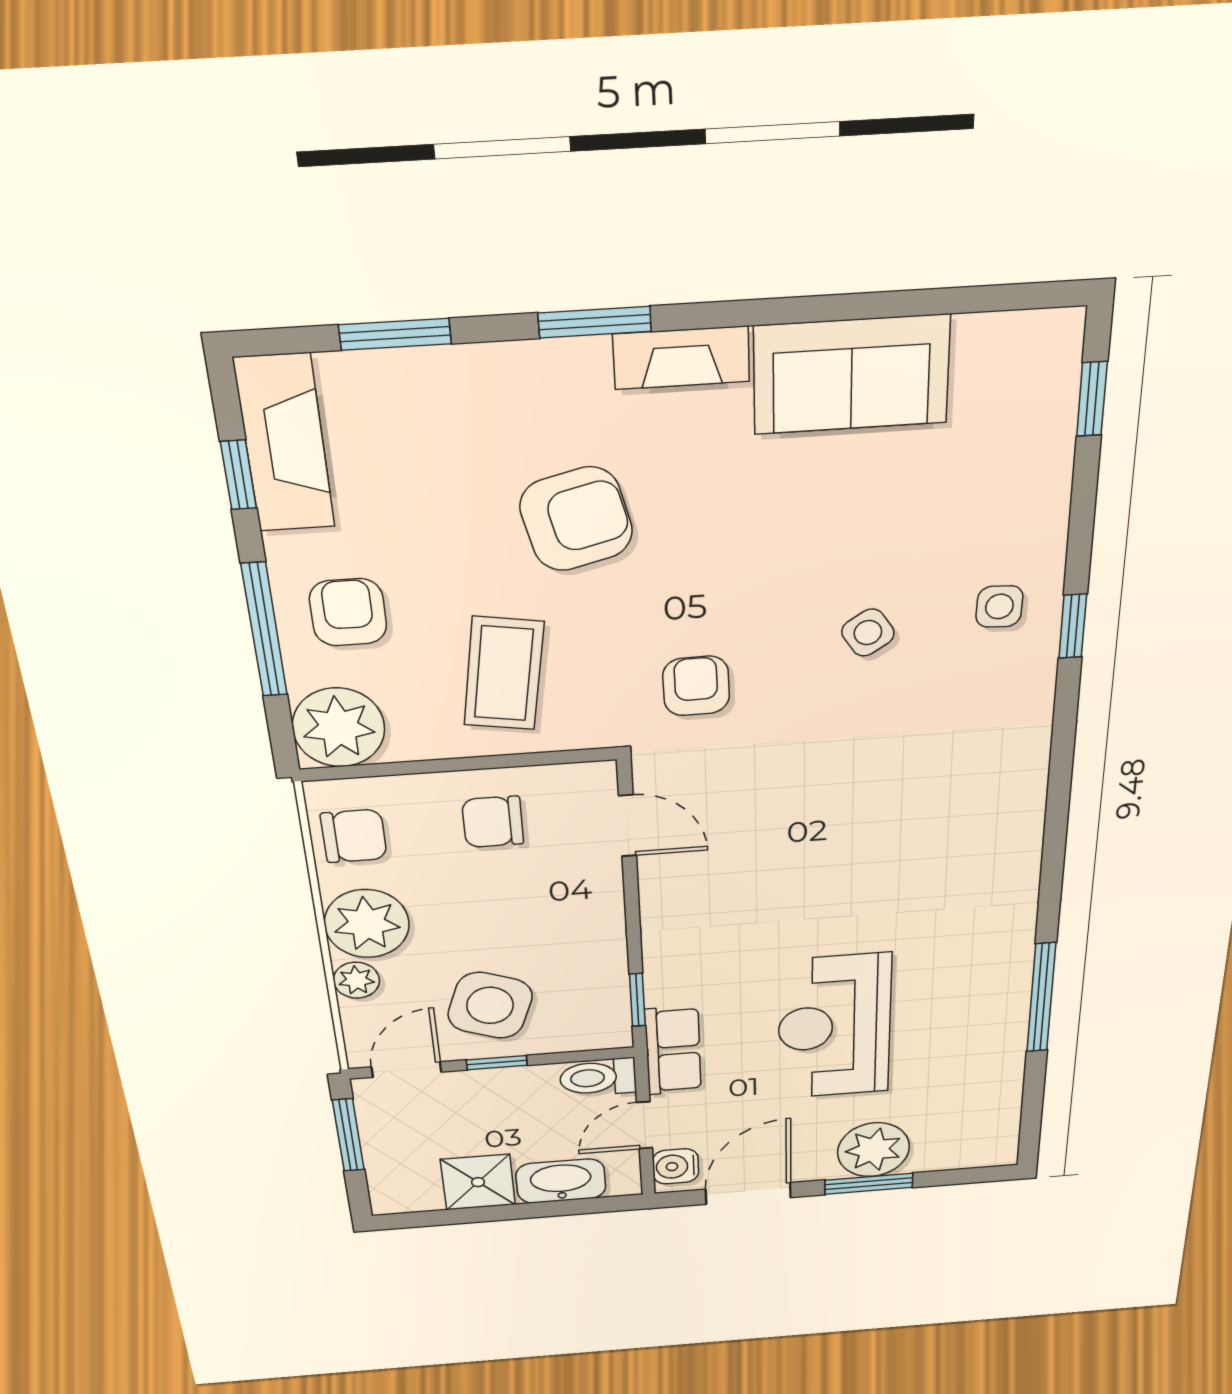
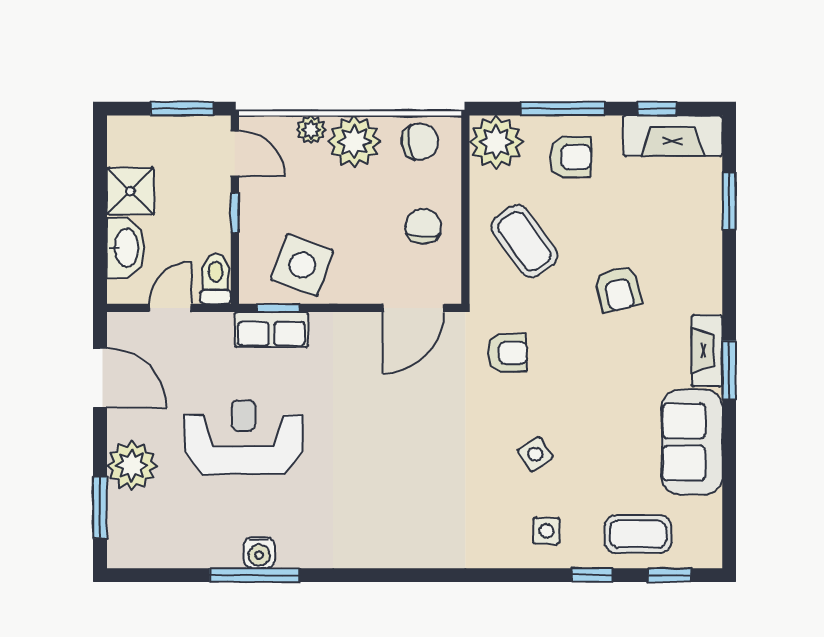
window: (595, 322) -> (729, 370), moved
coffee table: (1015, 458) -> (638, 534), added
armchair: (576, 519) -> (618, 289), width x0.72, depth x0.72
window: (1073, 626) -> (592, 575), moved
coffee table: (504, 674) -> (524, 241), turned 45
door: (628, 826) -> (413, 308), width x1.37
chair: (354, 836) -> (420, 142), turned -98
side table: (490, 1005) -> (302, 265), moved
row of seats: (673, 1051) -> (271, 330), moved
door: (645, 1125) -> (170, 308), hinge flipped
water cooler: (676, 1166) -> (259, 553), moved, turned 180
window: (869, 1184) -> (100, 507), moved

